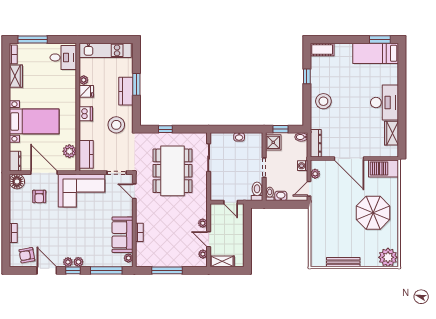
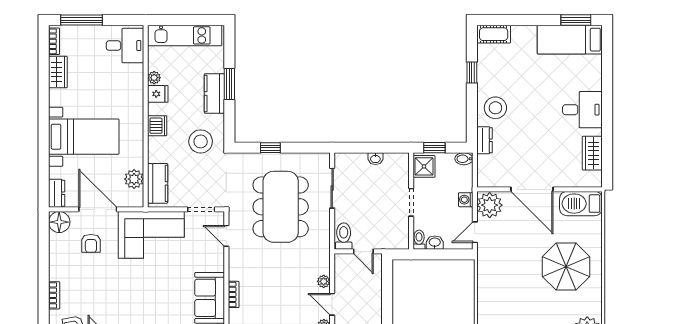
desk: (385, 103) -> (582, 110), width x0.73
dresser: (316, 143) -> (485, 140), moved, width x0.70
plant: (315, 174) -> (490, 205), width x1.88, depth x1.88
toilet: (257, 191) -> (344, 236), moved

